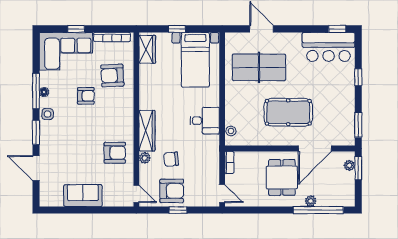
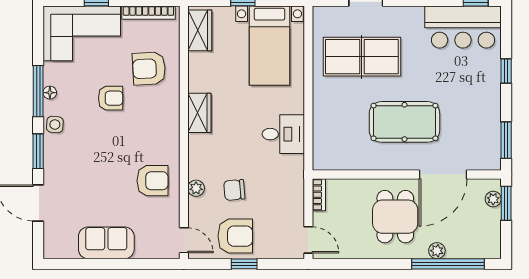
wardrobe: (147, 131) -> (199, 113), moved, width x0.67
stool: (231, 131) -> (321, 149), removed

